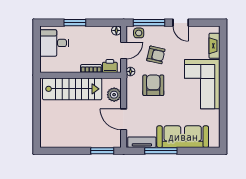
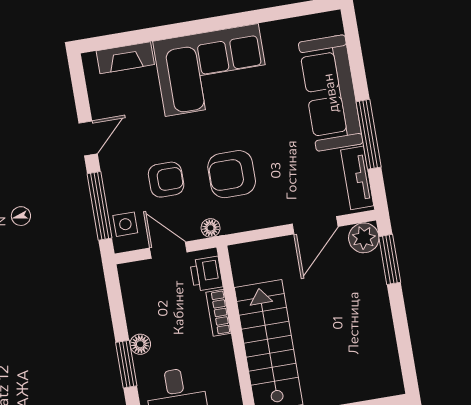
floor lamp: (116, 30) -> (140, 344), moved
armchair: (156, 55) -> (166, 180), turned 77
plant: (114, 95) -> (364, 238), moved

